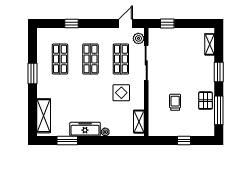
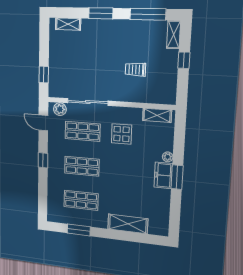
window: (71, 24) -> (43, 160), moved
window: (32, 73) -> (79, 230), moved
pallet: (205, 101) -> (135, 31), removed
shelving: (44, 116) -> (128, 224), moved
freezer: (85, 129) -> (163, 175), width x0.71
shelving: (204, 131) -> (174, 34), added
window: (67, 141) -> (177, 177), moved

